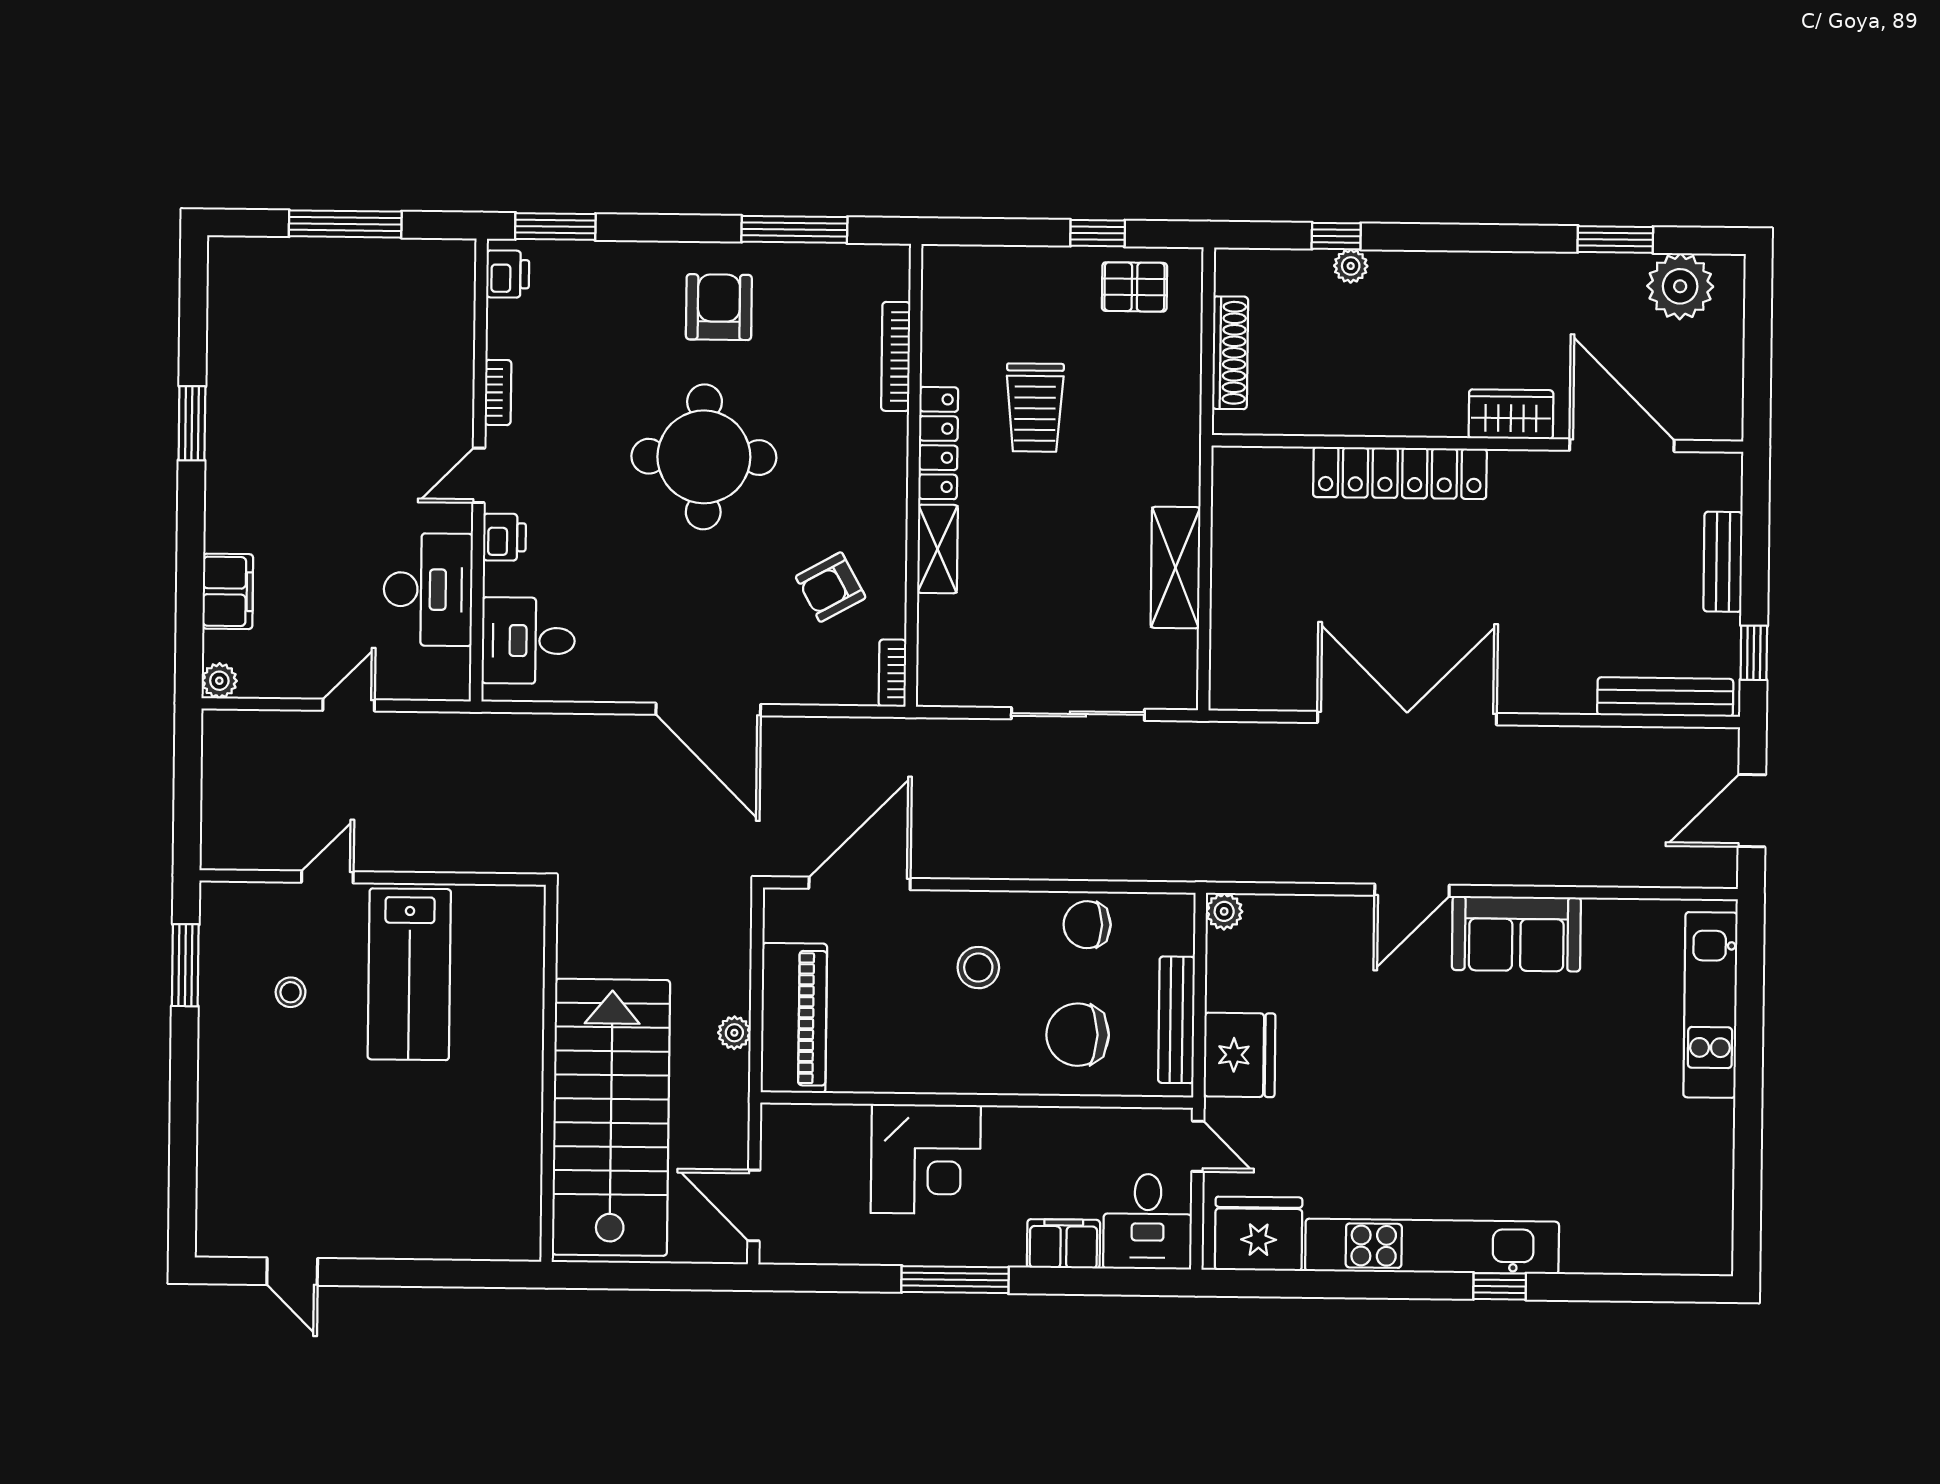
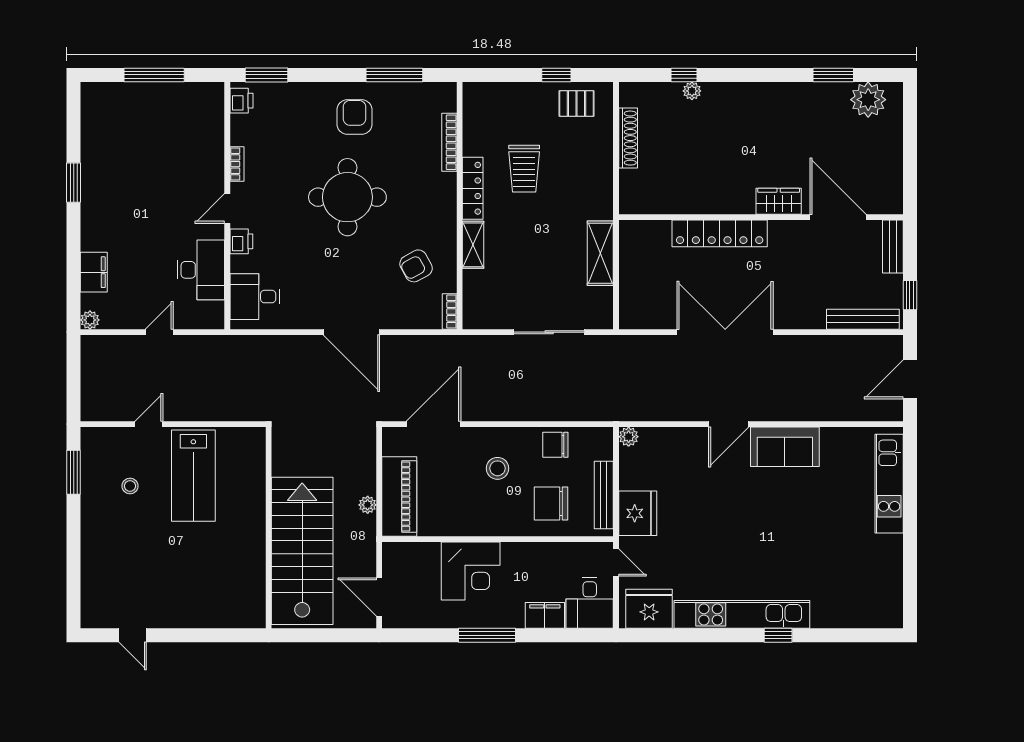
wardrobe: (1511, 414) -> (779, 201), moved
wall: (1478, 443) -> (761, 217), moved
door: (1622, 445) -> (838, 217), moved
locker: (1400, 473) -> (720, 233), moved

